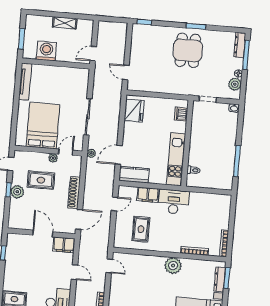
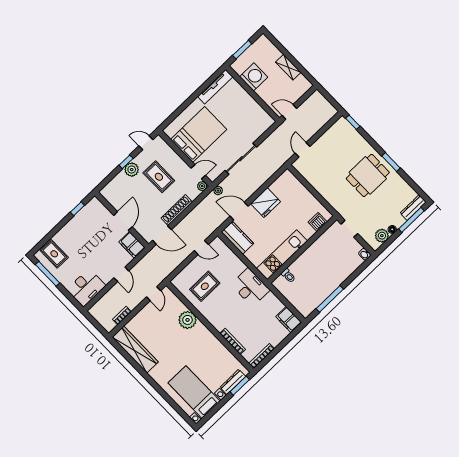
fridge: (134, 111) -> (266, 203), moved
plant: (53, 158) -> (202, 186), moved
filing cabinet: (148, 195) -> (289, 320), moved
plant: (173, 266) -> (188, 320), moved

